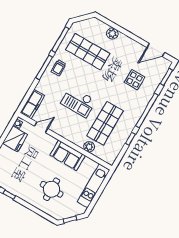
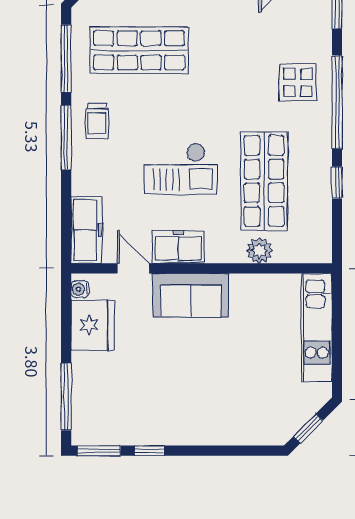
display table: (135, 80) -> (298, 83), moved
door: (41, 127) -> (133, 268), hinge flipped
freezer: (61, 129) -> (178, 247), added
sofa: (68, 155) -> (191, 295), moved
round table: (52, 189) -> (232, 387), removed

